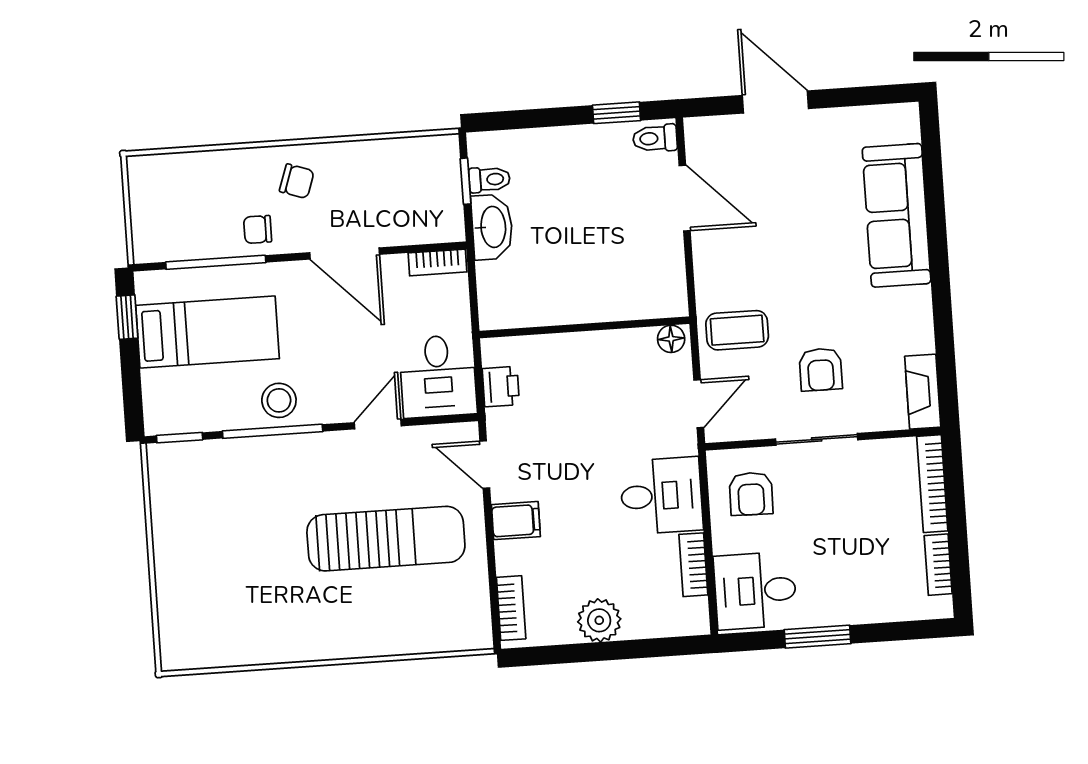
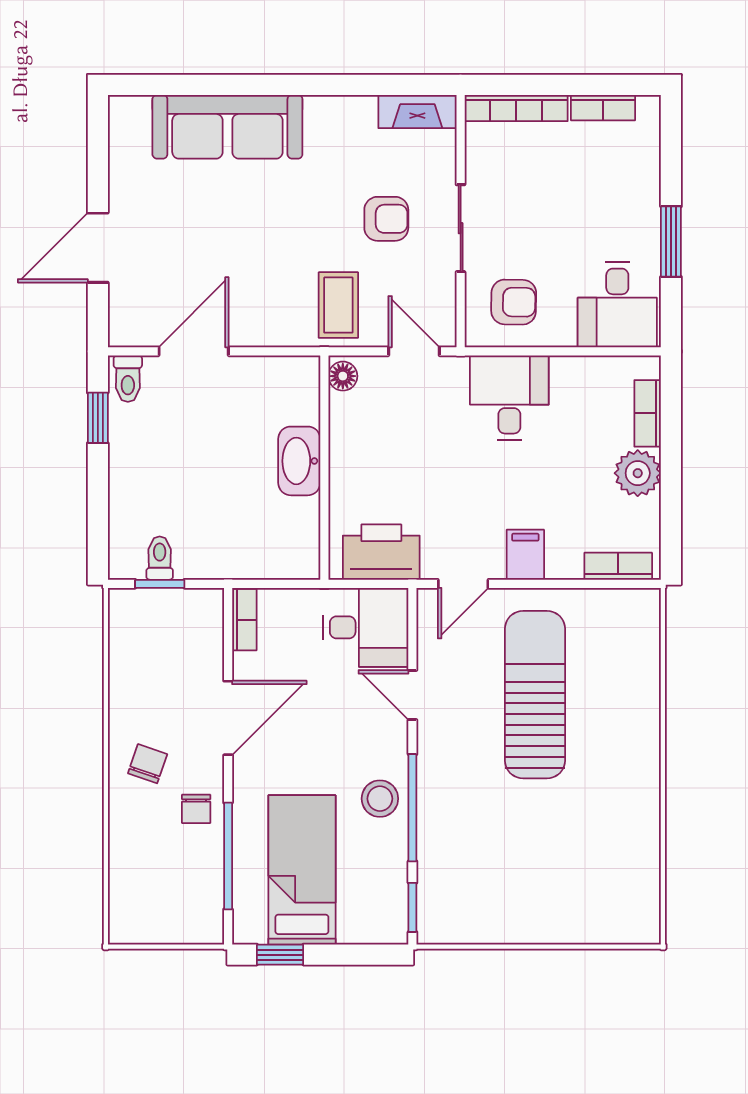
washbasin: (492, 227) -> (299, 461), moved, turned -90
printer: (501, 387) -> (381, 552), width x1.87, depth x1.48
bookcase: (693, 565) -> (648, 413), moved, turned 90

